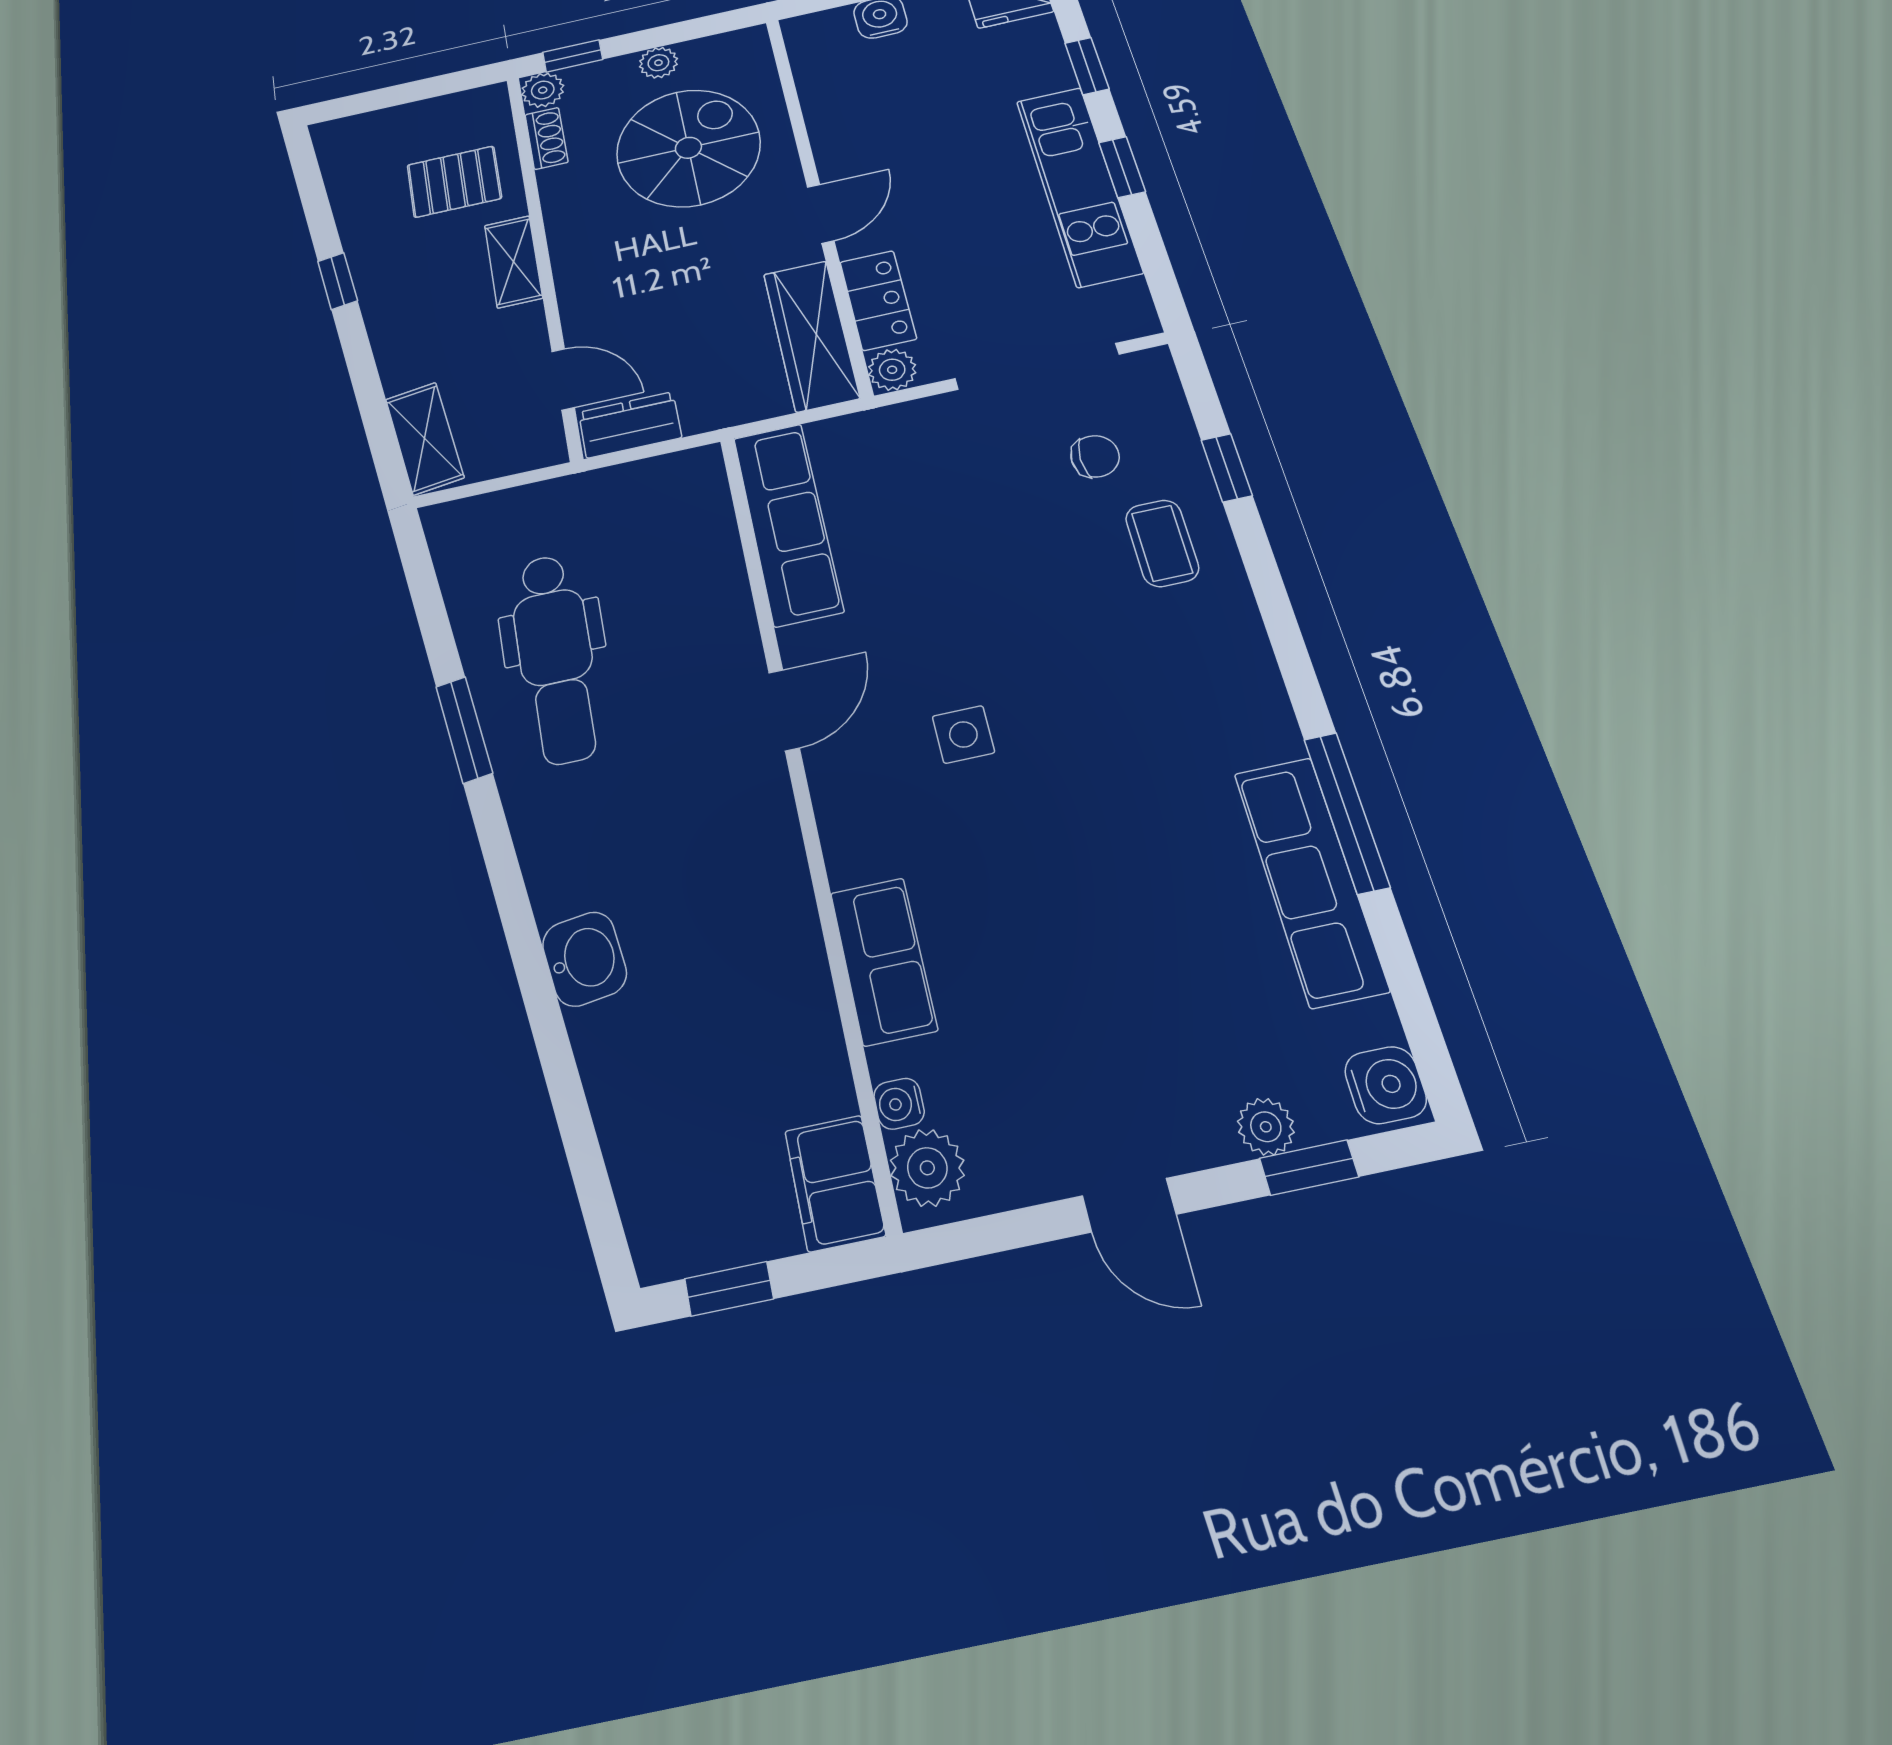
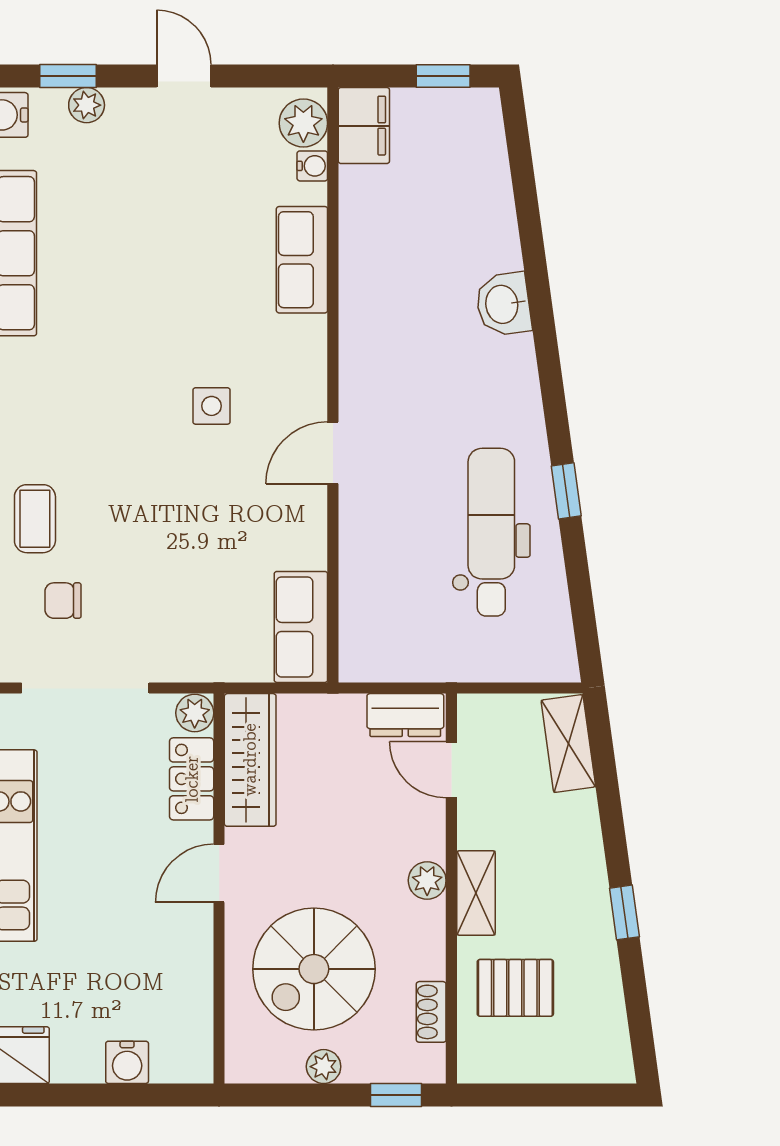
plant: (543, 90) -> (427, 880), moved
row of seats: (788, 523) -> (301, 627), width x0.68
window: (464, 730) -> (566, 491), width x0.67

